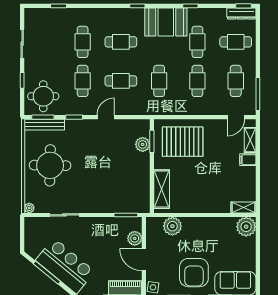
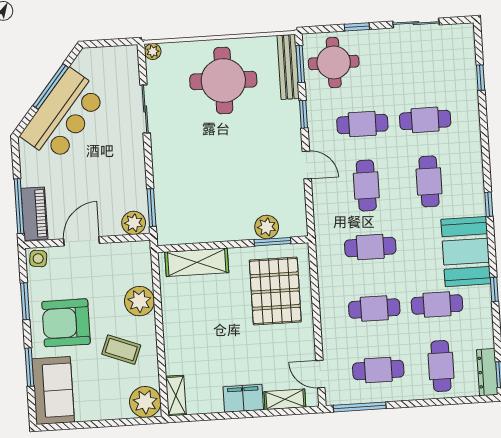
filing cabinet: (248, 160) -> (243, 398), width x2.00
plant: (172, 226) -> (139, 301), moved
plant: (135, 238) -> (134, 223), moved
coffee table: (213, 239) -> (121, 350), added

